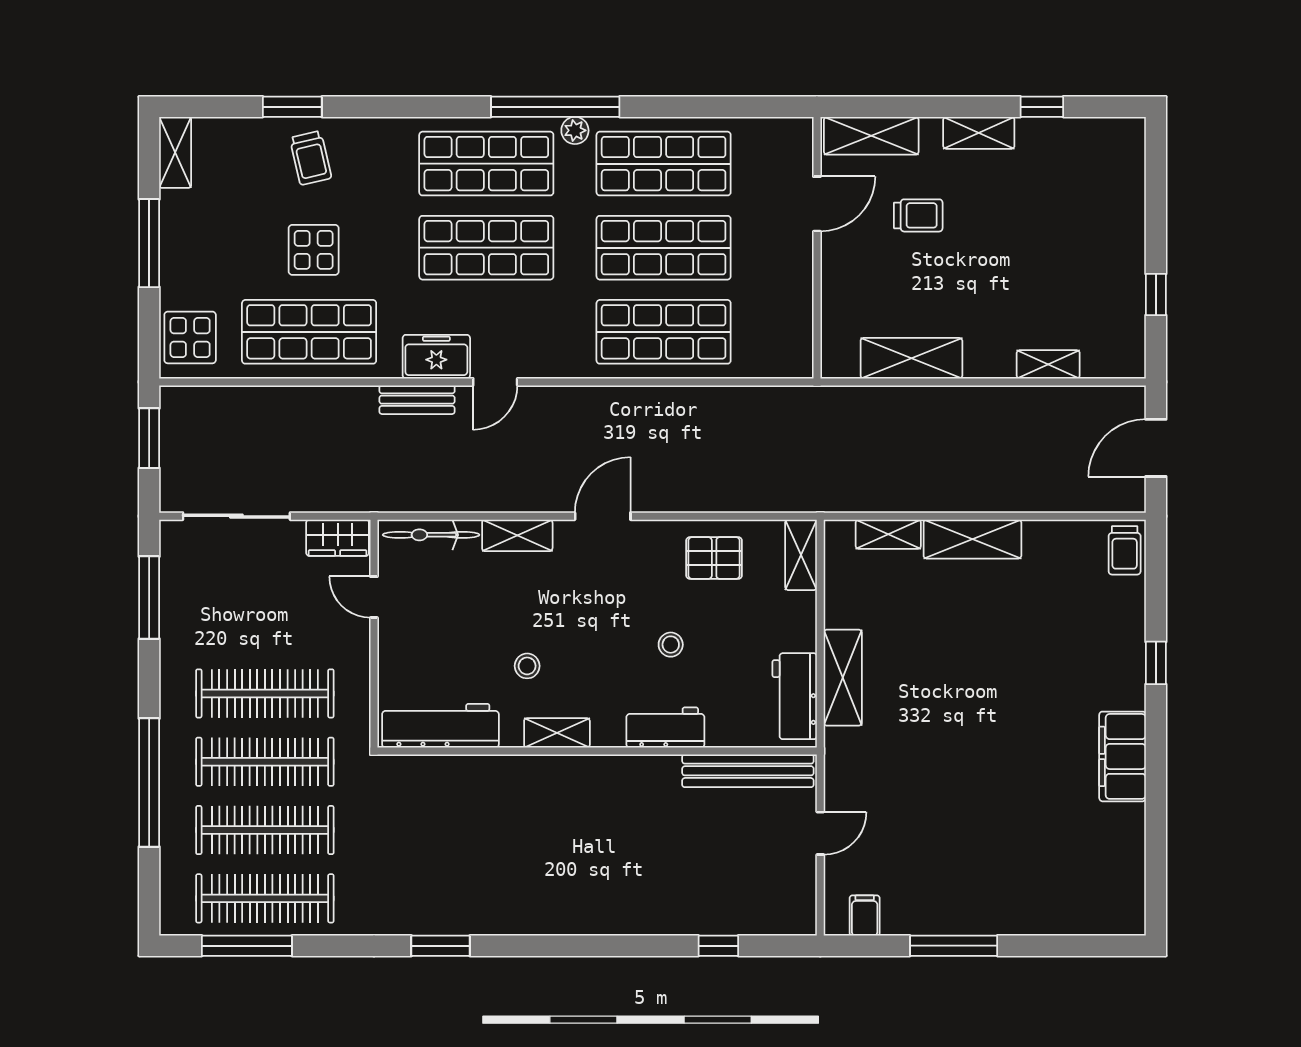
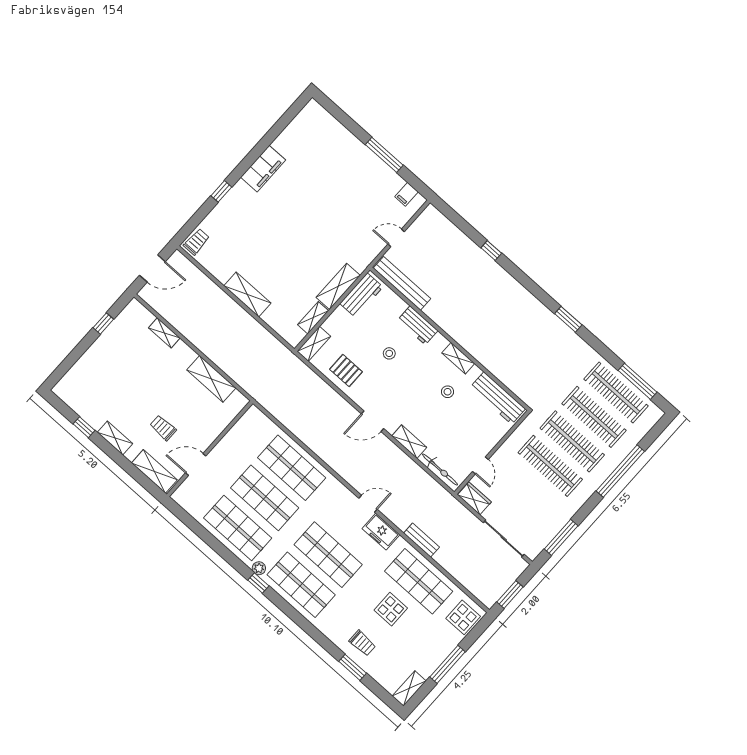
window: (555, 107) -> (258, 583), width x0.32
trolley: (311, 158) -> (362, 643), turned 103
bench: (417, 400) -> (422, 540), moved
shelving: (888, 534) -> (313, 318), moved, turned 90
window: (718, 946) -> (491, 251), moved

